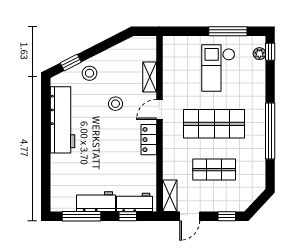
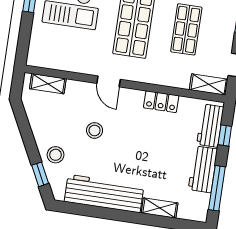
shelving: (150, 77) -> (48, 84), moved
locker: (149, 140) -> (161, 102), moved
shelving: (57, 170) -> (160, 208), added

